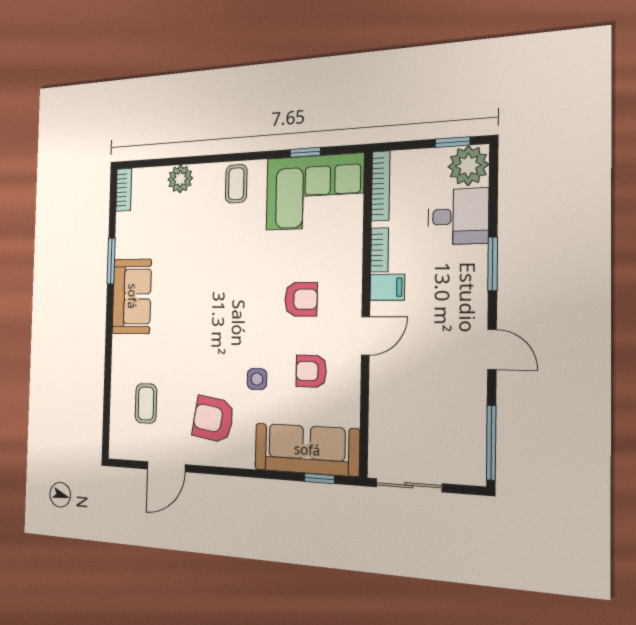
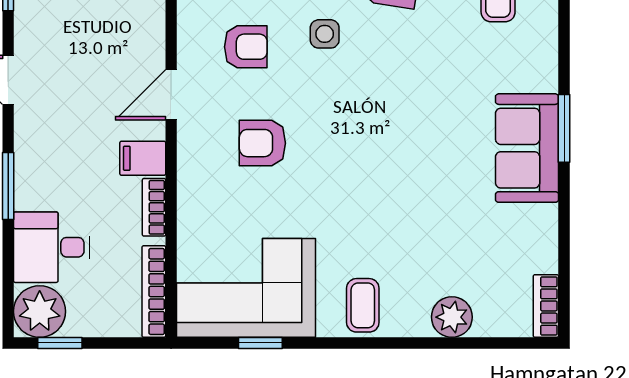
window: (111, 261) -> (564, 128), moved

